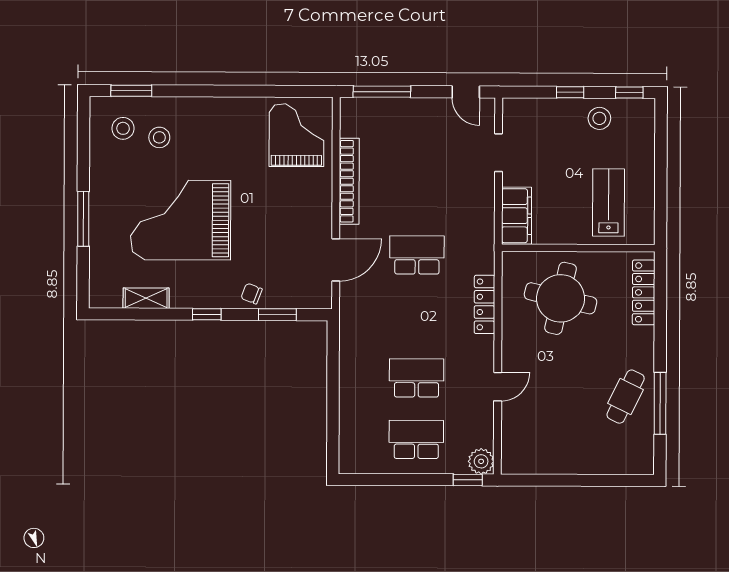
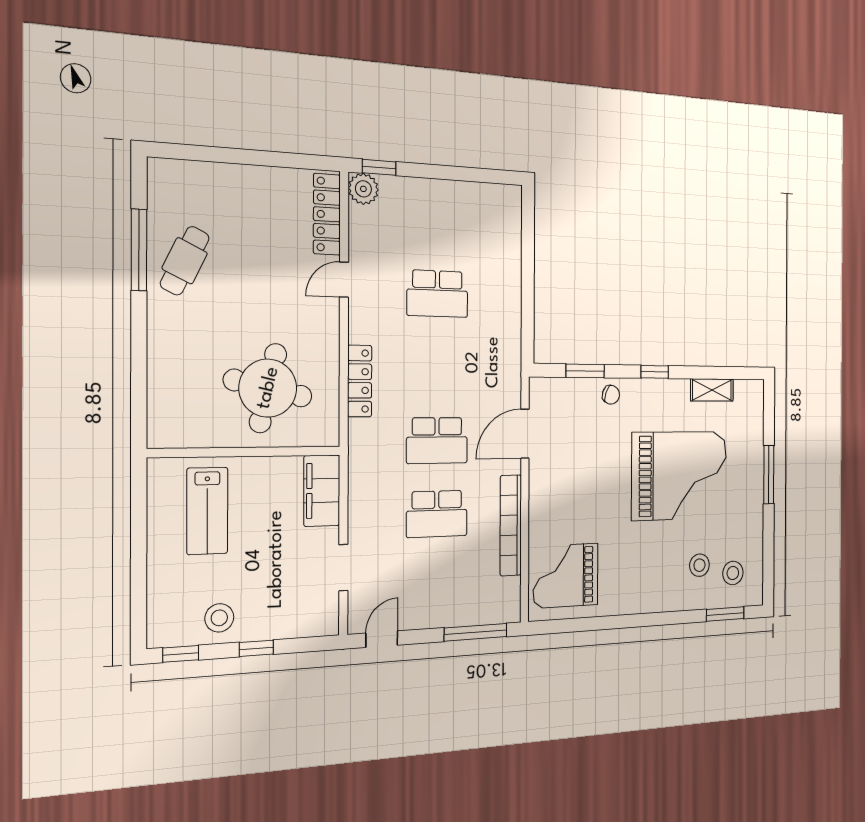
door: (466, 92) -> (382, 639), hinge flipped
grand piano: (296, 135) -> (566, 576), turned 90
locker: (644, 292) -> (327, 214), moved, turned 180
school desk: (416, 439) -> (437, 514), moved

